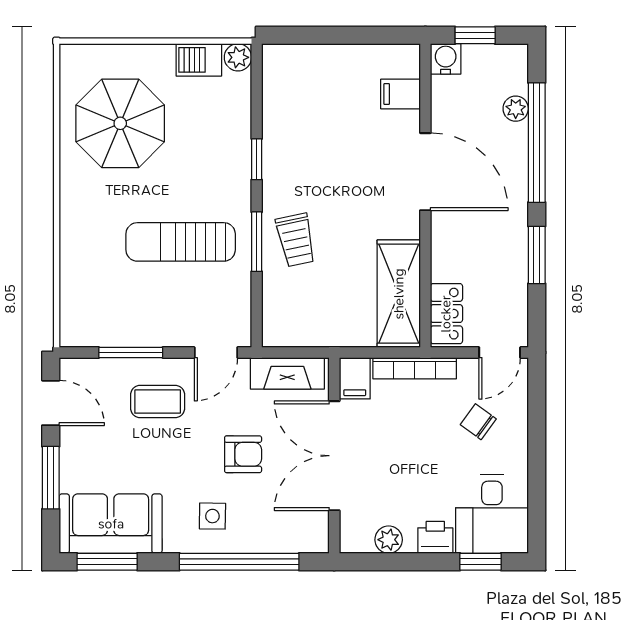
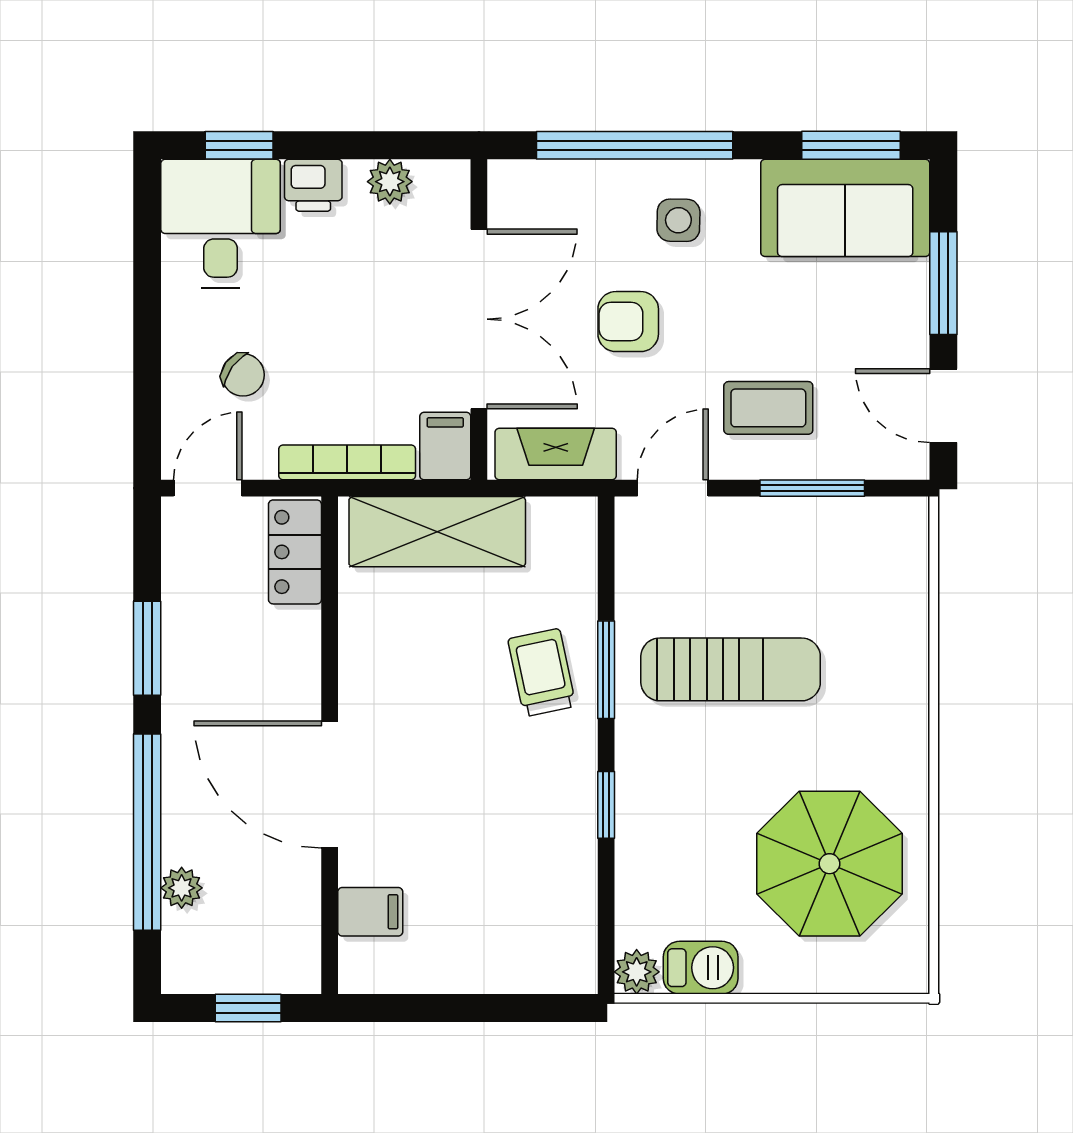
water cooler: (446, 59) -> (296, 969), removed
shelving: (399, 294) -> (437, 532), moved, turned 90

